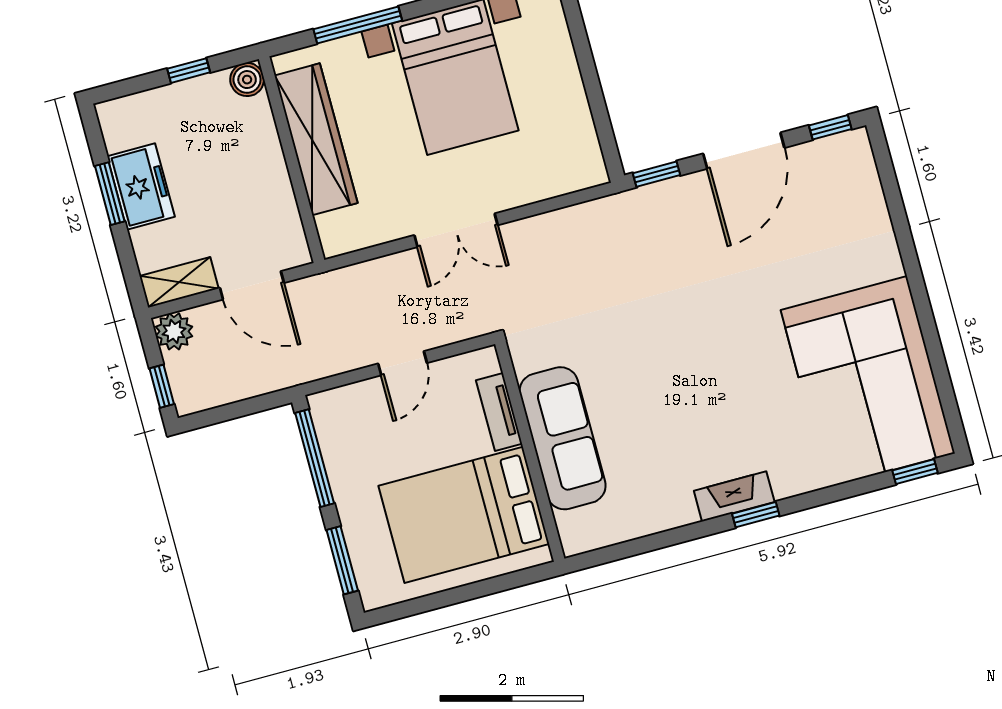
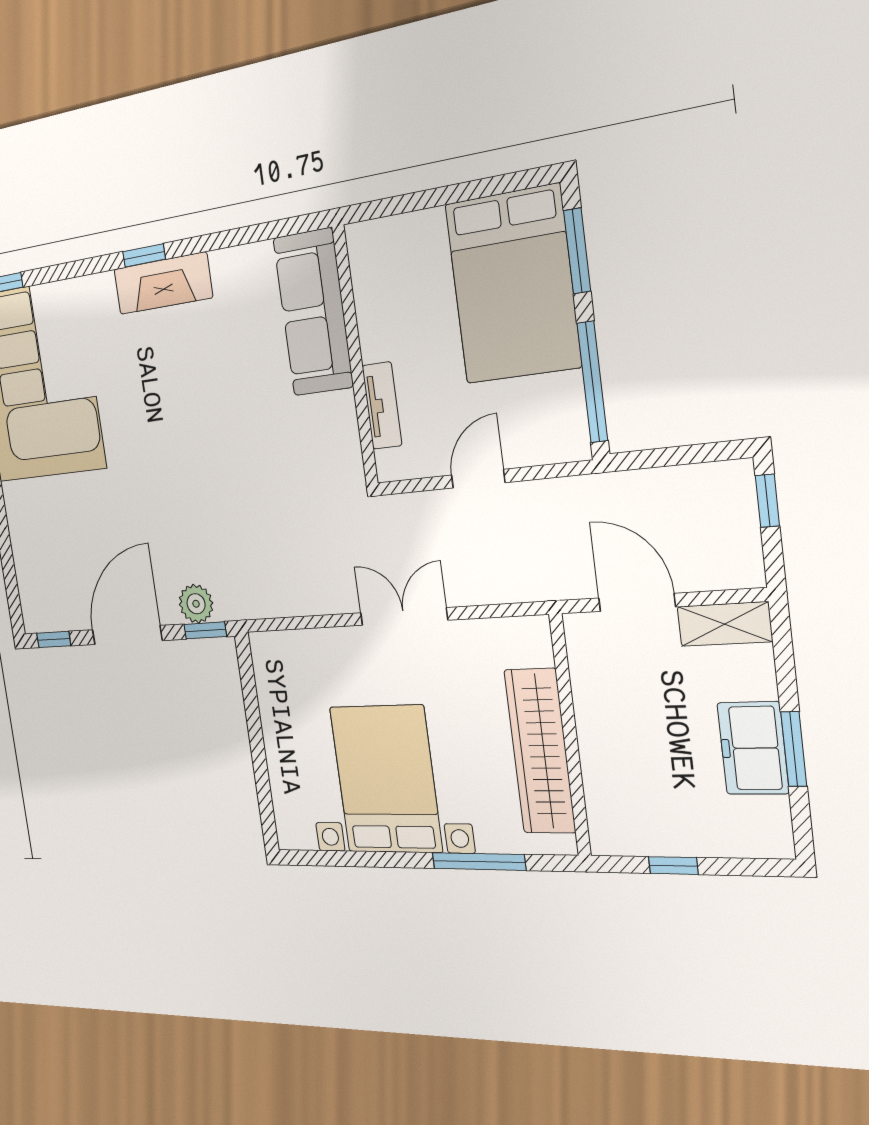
boiler: (247, 80) -> (607, 837), removed
plant: (174, 331) -> (196, 604), moved
sofa: (563, 438) -> (313, 312), moved
fireplace: (734, 496) -> (163, 283), width x1.37, depth x1.32
bed: (464, 515) -> (513, 285), moved, turned 90

